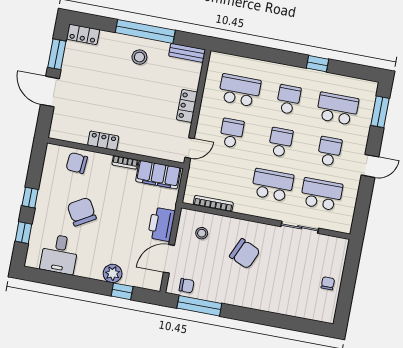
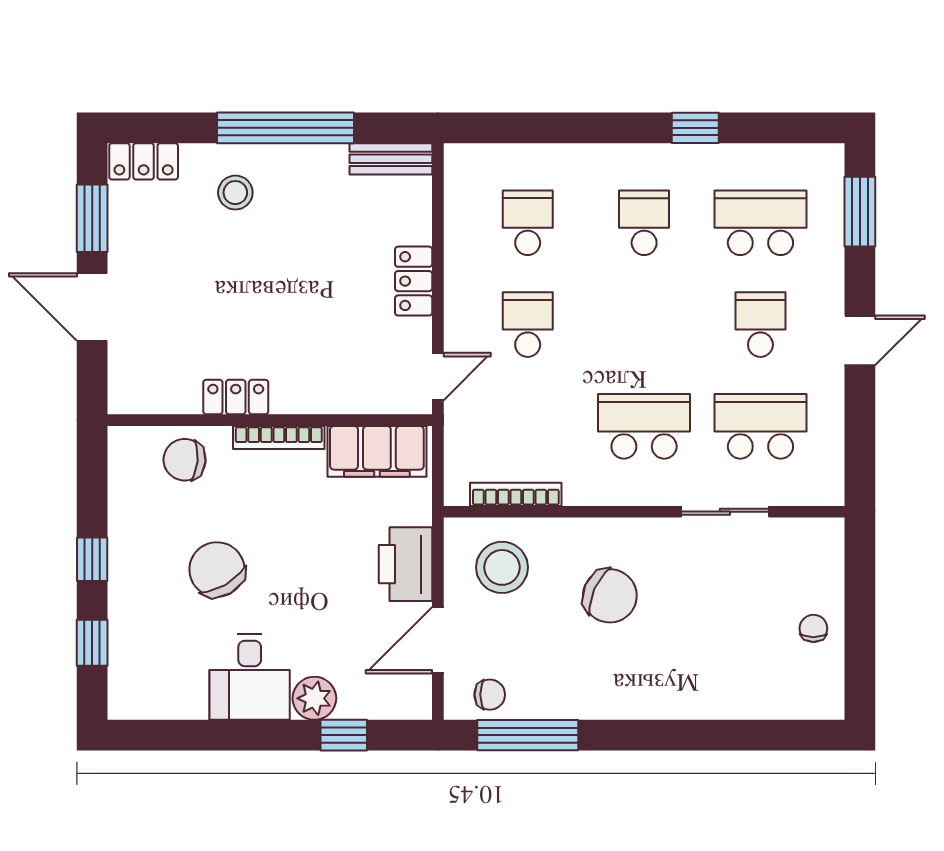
stool: (139, 57) -> (235, 193), moved
school desk: (240, 90) -> (528, 223), width x0.54
school desk: (280, 142) -> (644, 325), removed
bookcase: (125, 162) -> (279, 437), width x1.56
stool: (202, 233) -> (502, 567), width x1.89, depth x1.89
desk: (59, 254) -> (250, 677), moved

